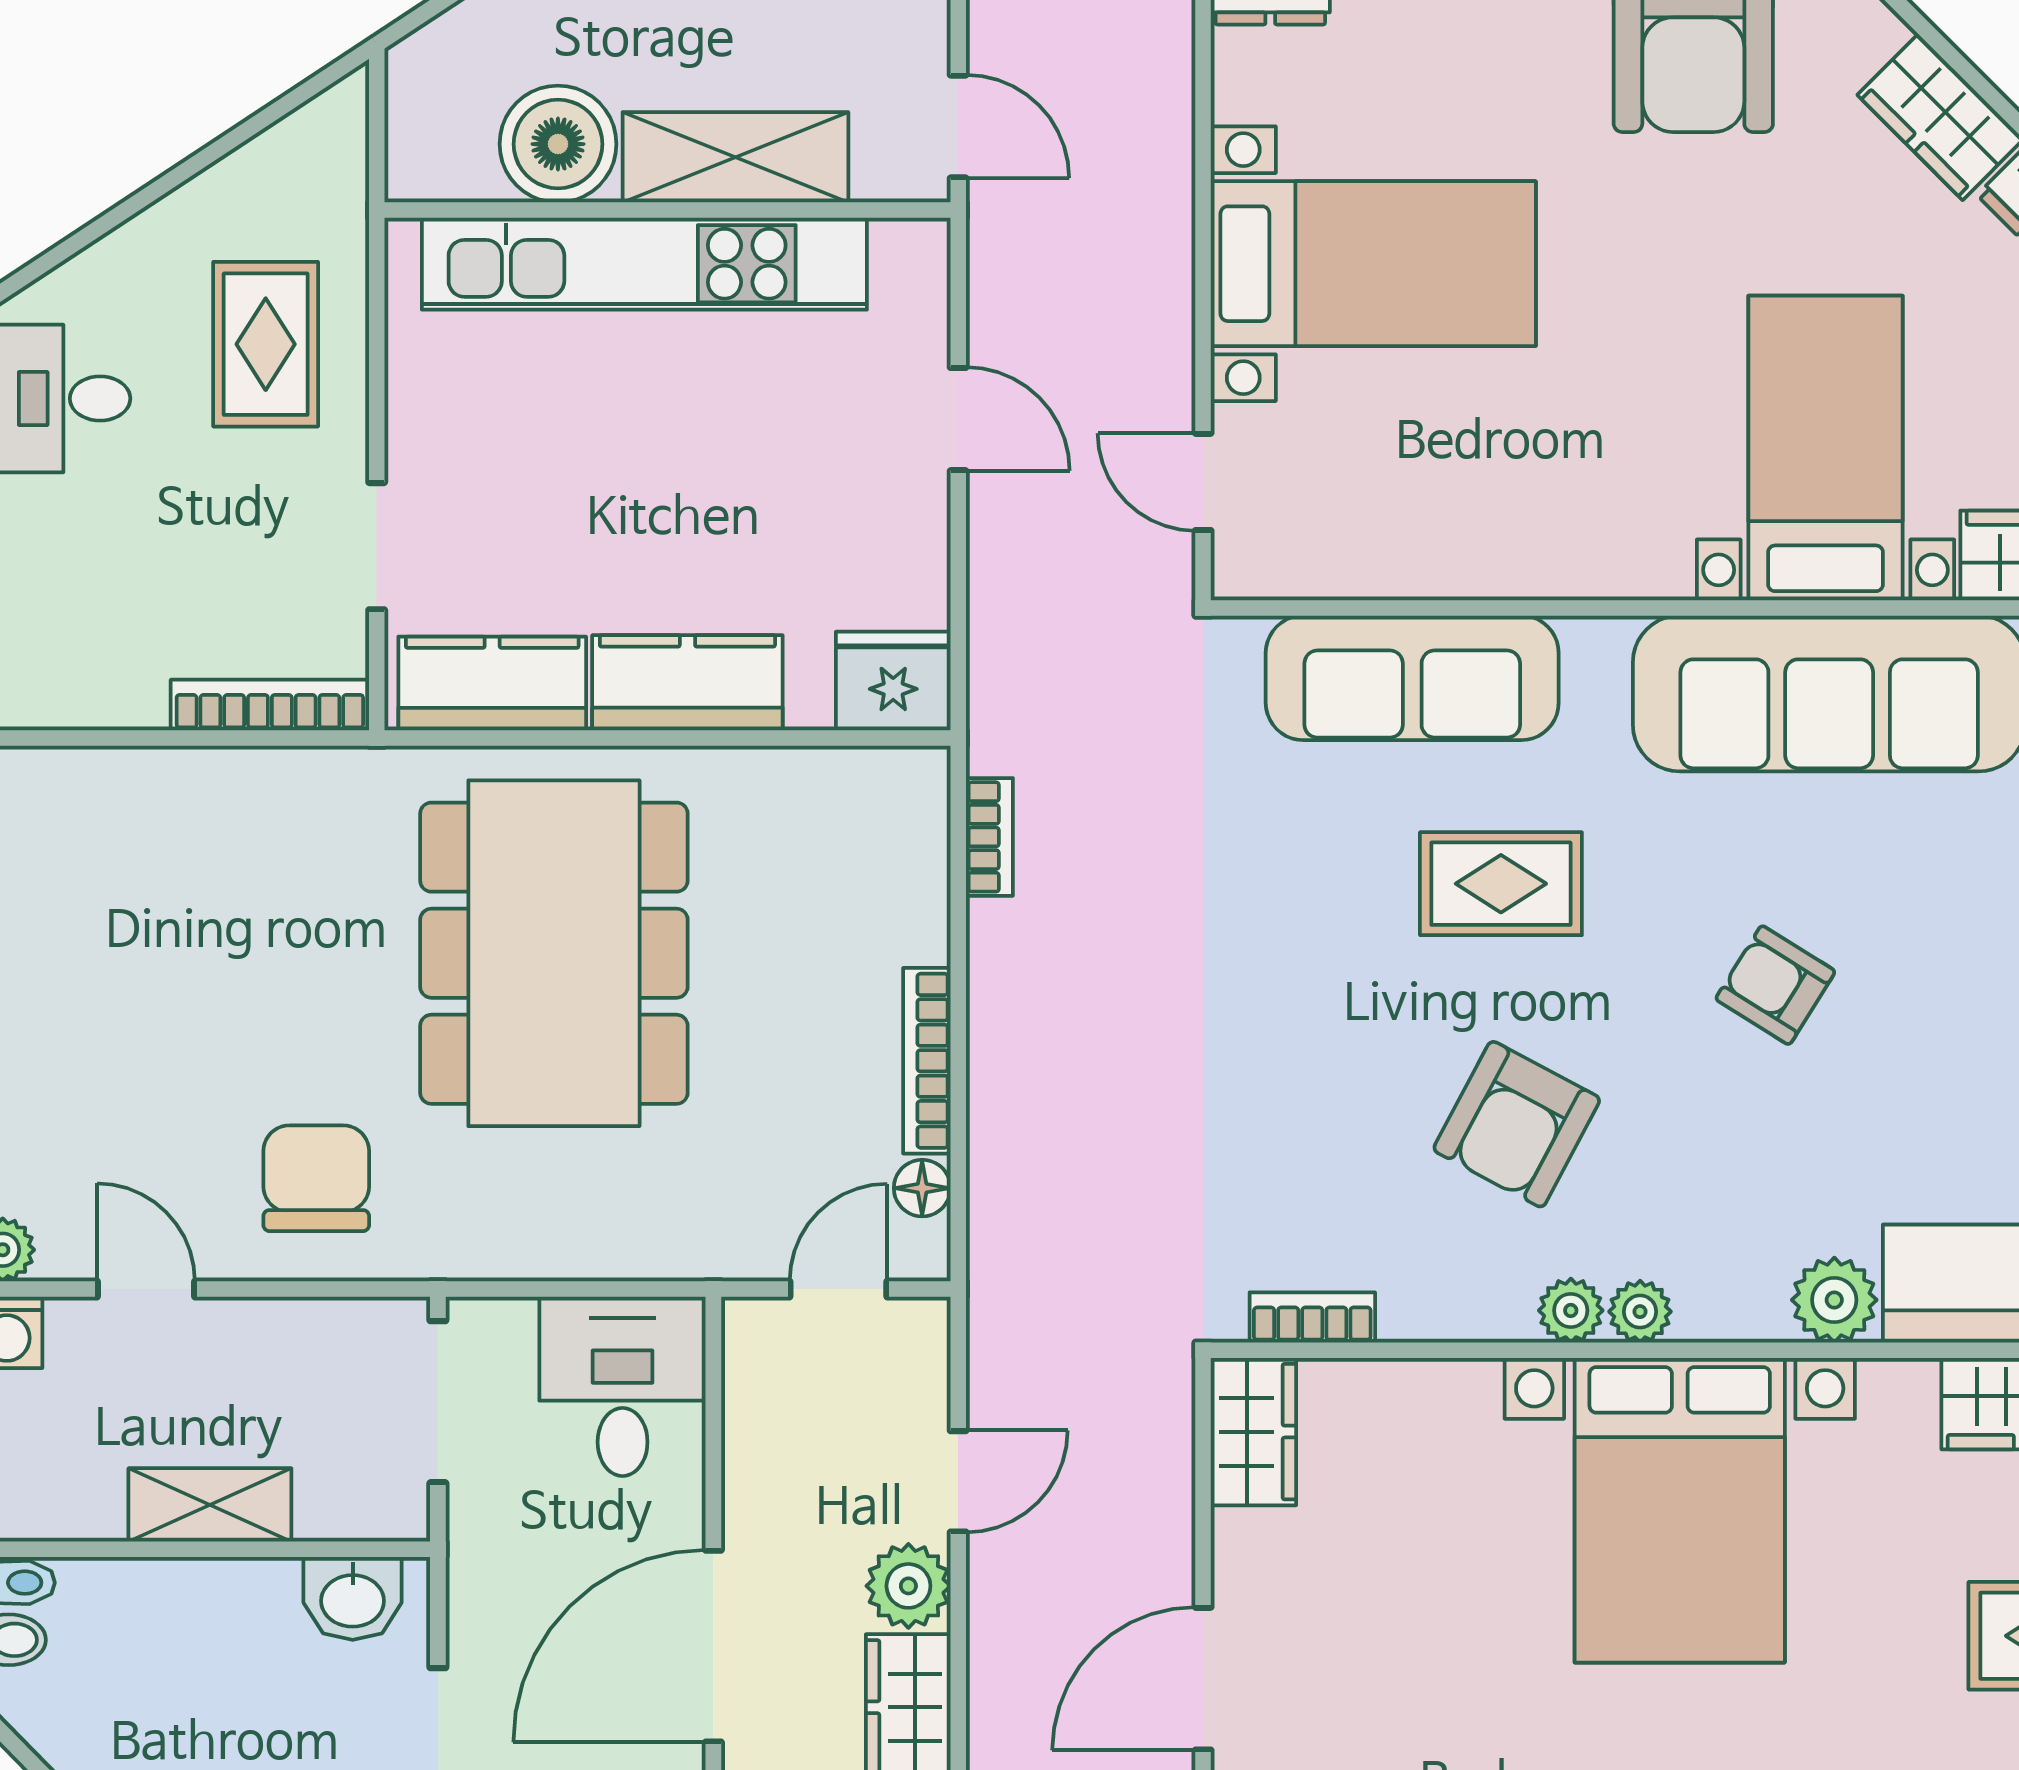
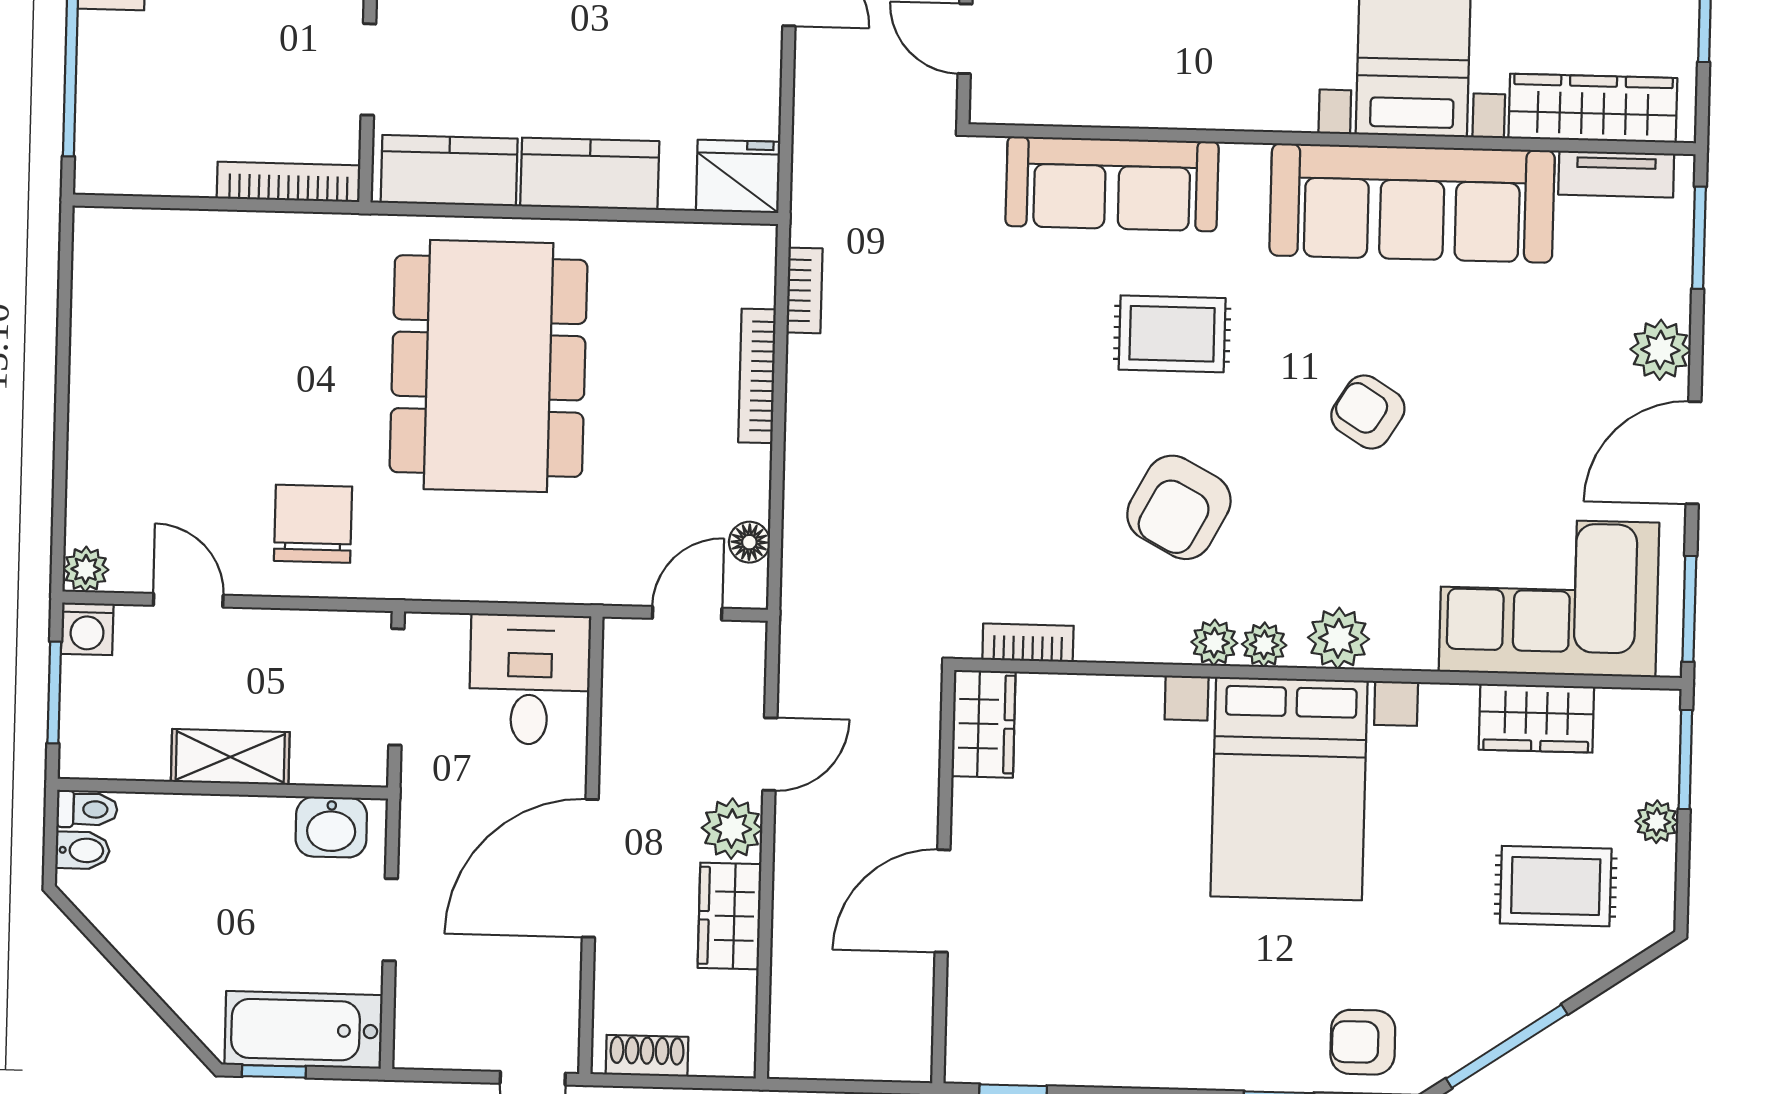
bookcase: (927, 1061) -> (757, 376), moved
plant: (1834, 1300) -> (1338, 638), moved

